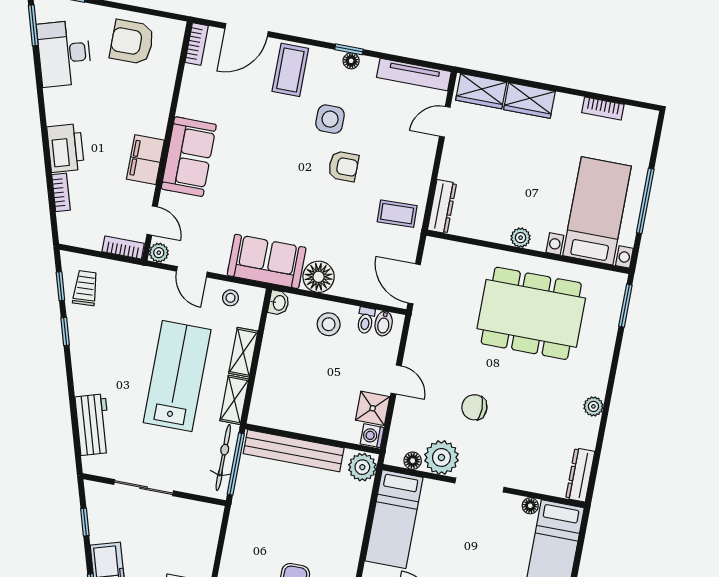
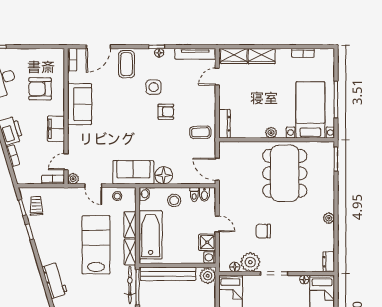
armchair: (132, 42) -> (40, 89), moved
sofa: (189, 157) -> (80, 104), moved
door: (152, 221) -> (66, 162), swing flipped
dining table: (531, 313) -> (285, 173), turned 90
bathtub: (276, 377) -> (151, 235), added
dresser: (580, 475) -> (329, 262), width x0.70

